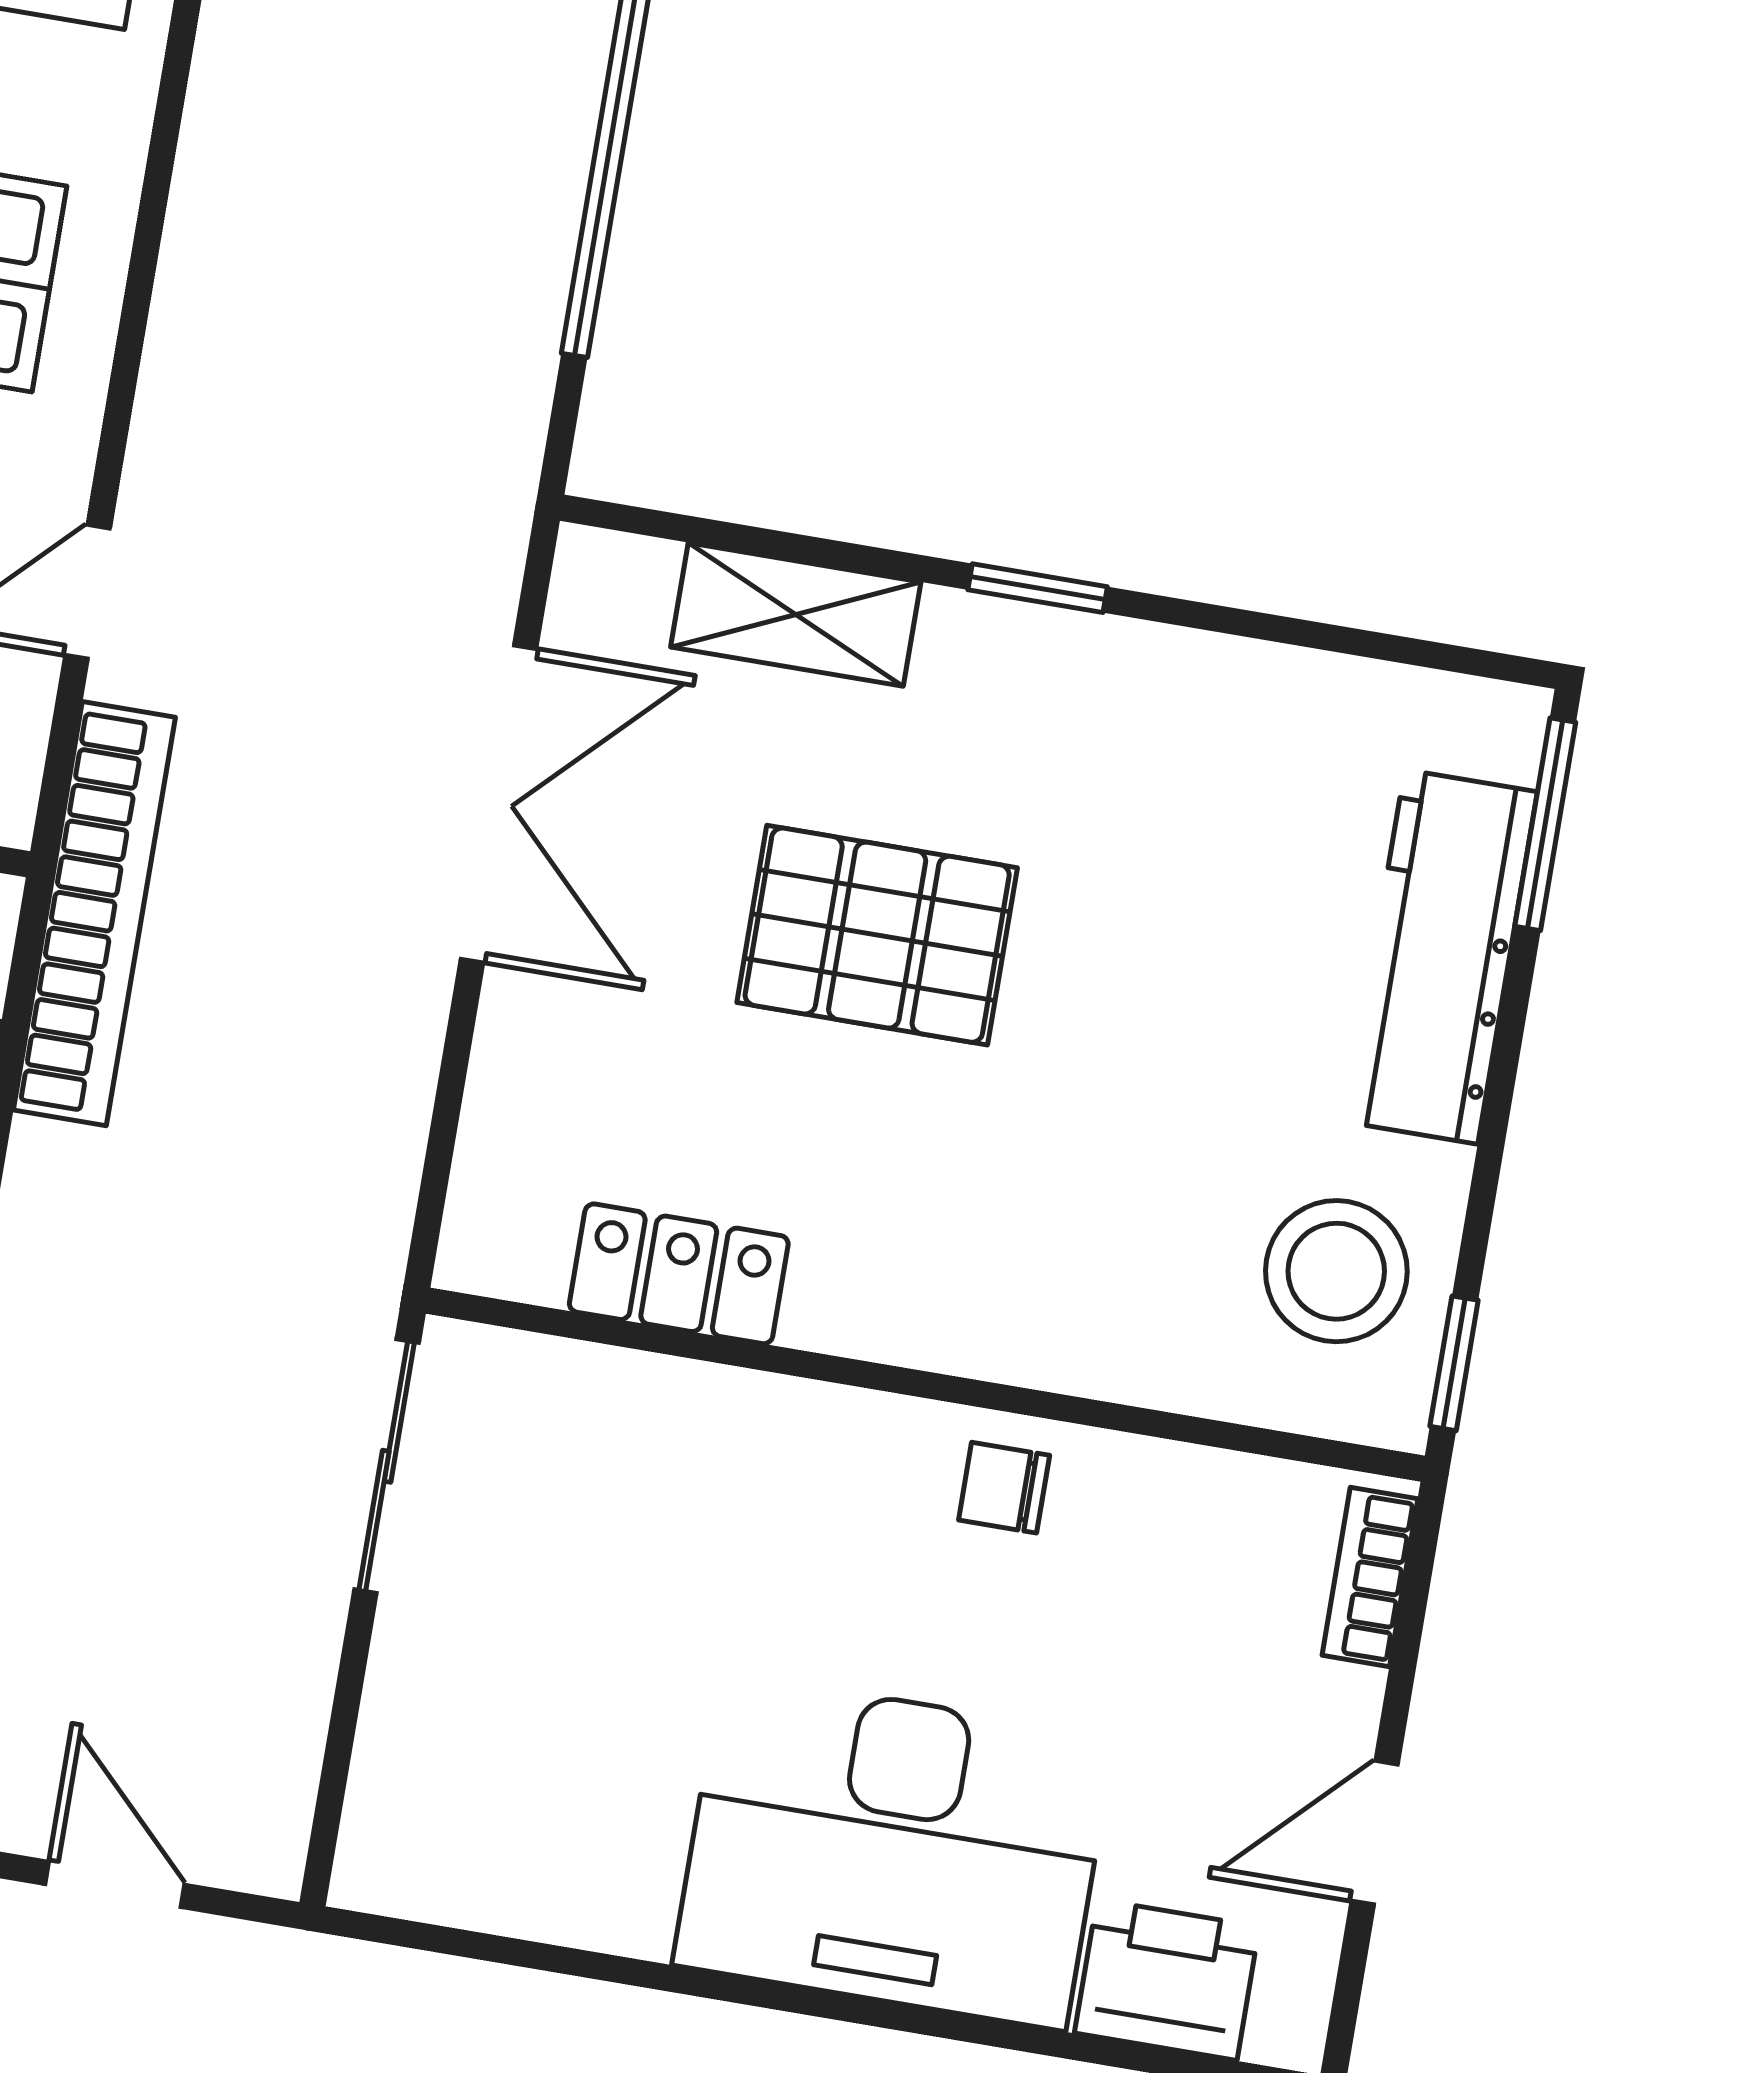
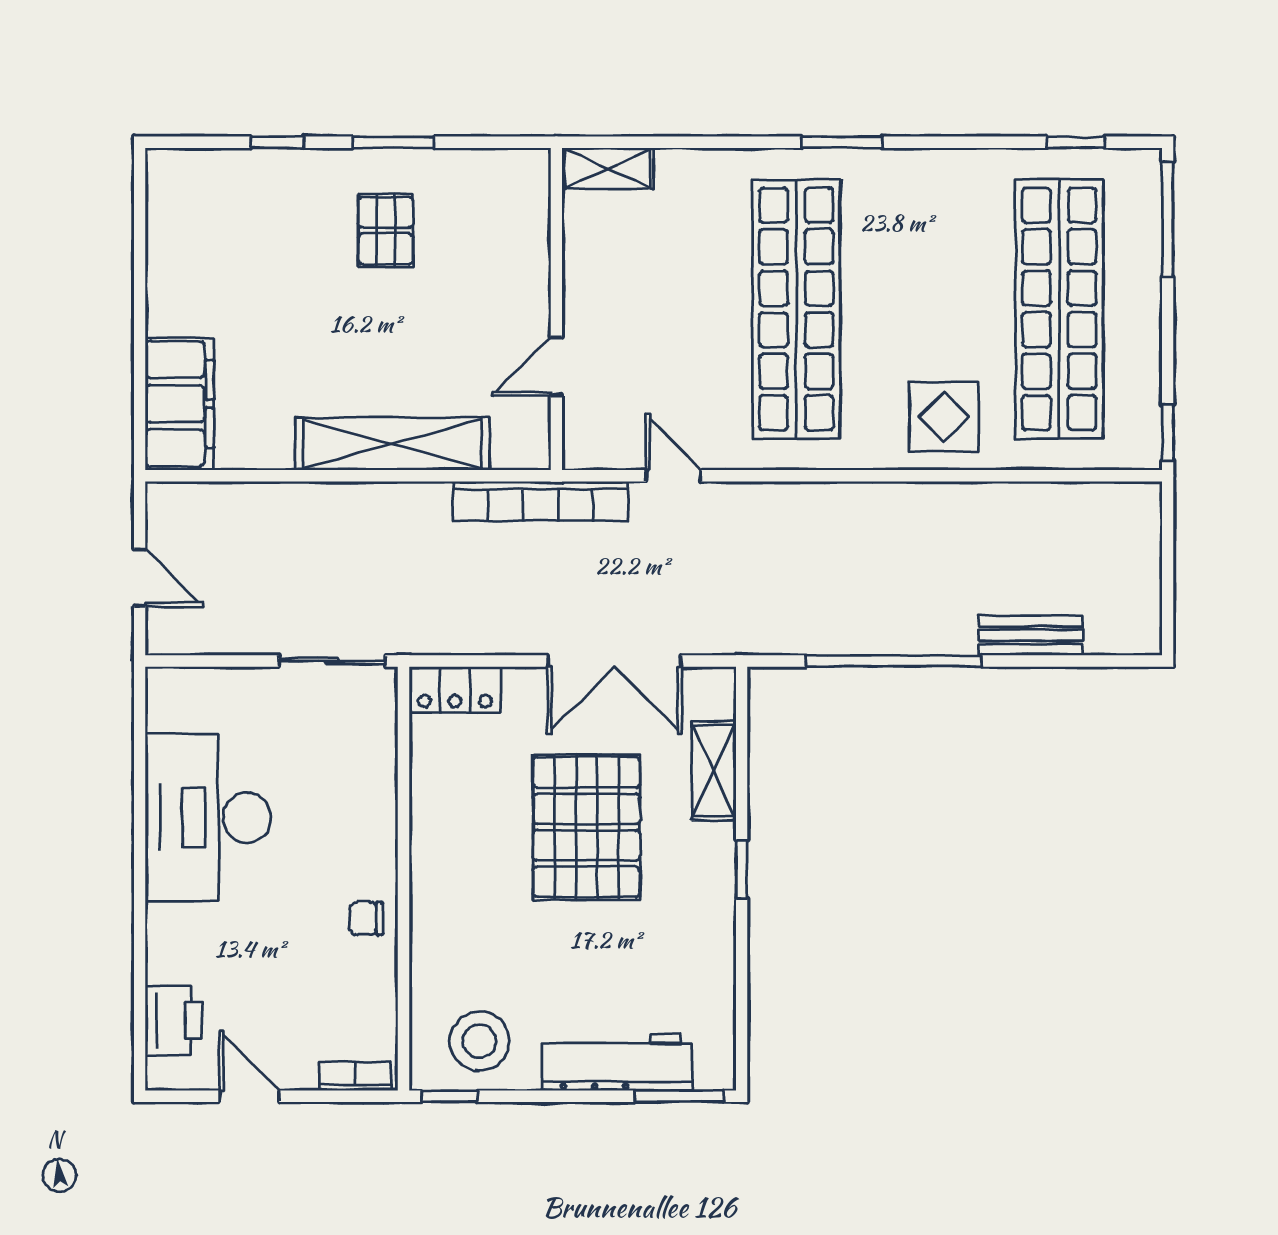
pallet: (877, 935) -> (587, 827), width x1.37, depth x1.41
locker: (679, 1274) -> (455, 690), moved, turned 90
chair: (1004, 1488) -> (366, 918), turned -90
desk: (894, 1851) -> (208, 818), moved
door: (115, 1884) -> (140, 578), hinge flipped

